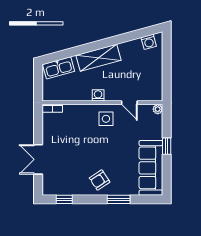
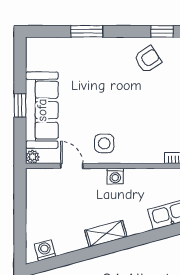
shelving: (99, 58) -> (106, 234), width x0.67, depth x0.75
sofa: (151, 168) -> (42, 110), moved
armchair: (100, 180) -> (148, 59), moved

